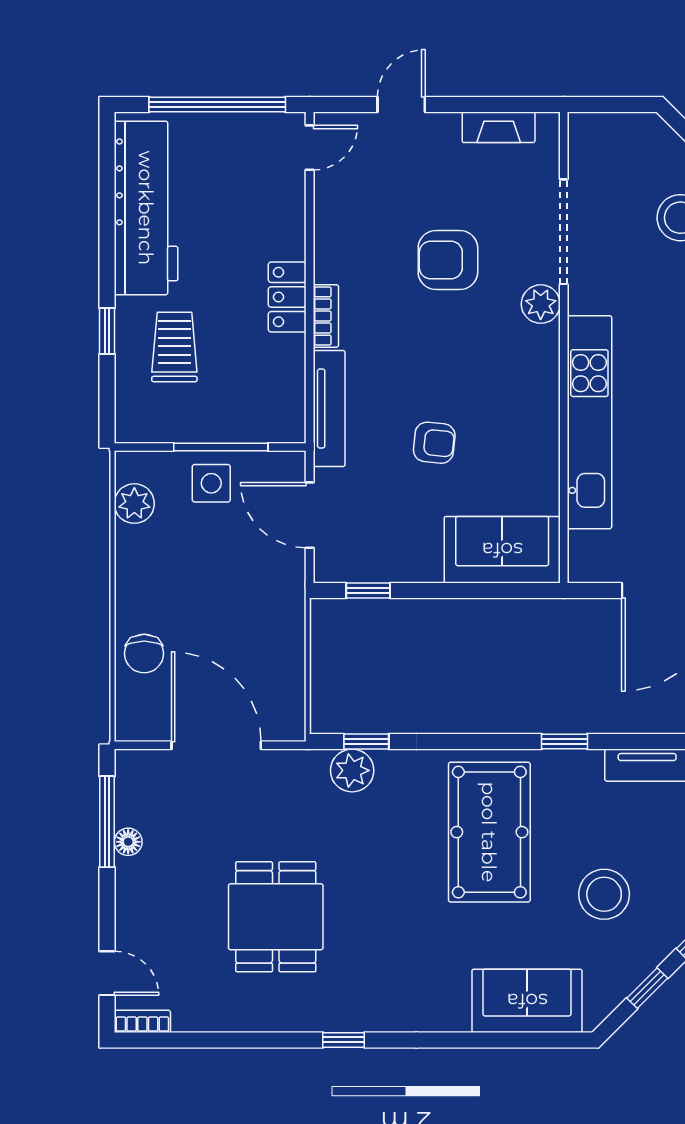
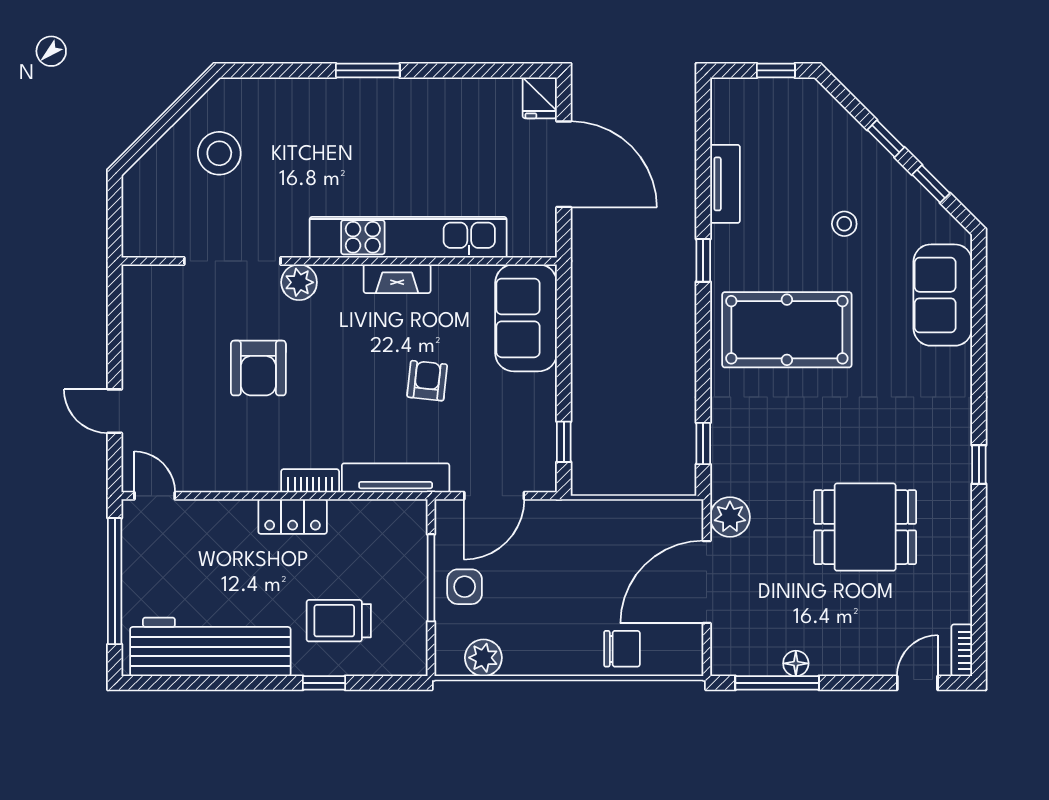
fireplace: (499, 127) -> (397, 279), moved, turned 90
plant: (352, 770) -> (730, 517), moved
stool: (604, 894) -> (844, 224), width x0.53, depth x0.53

